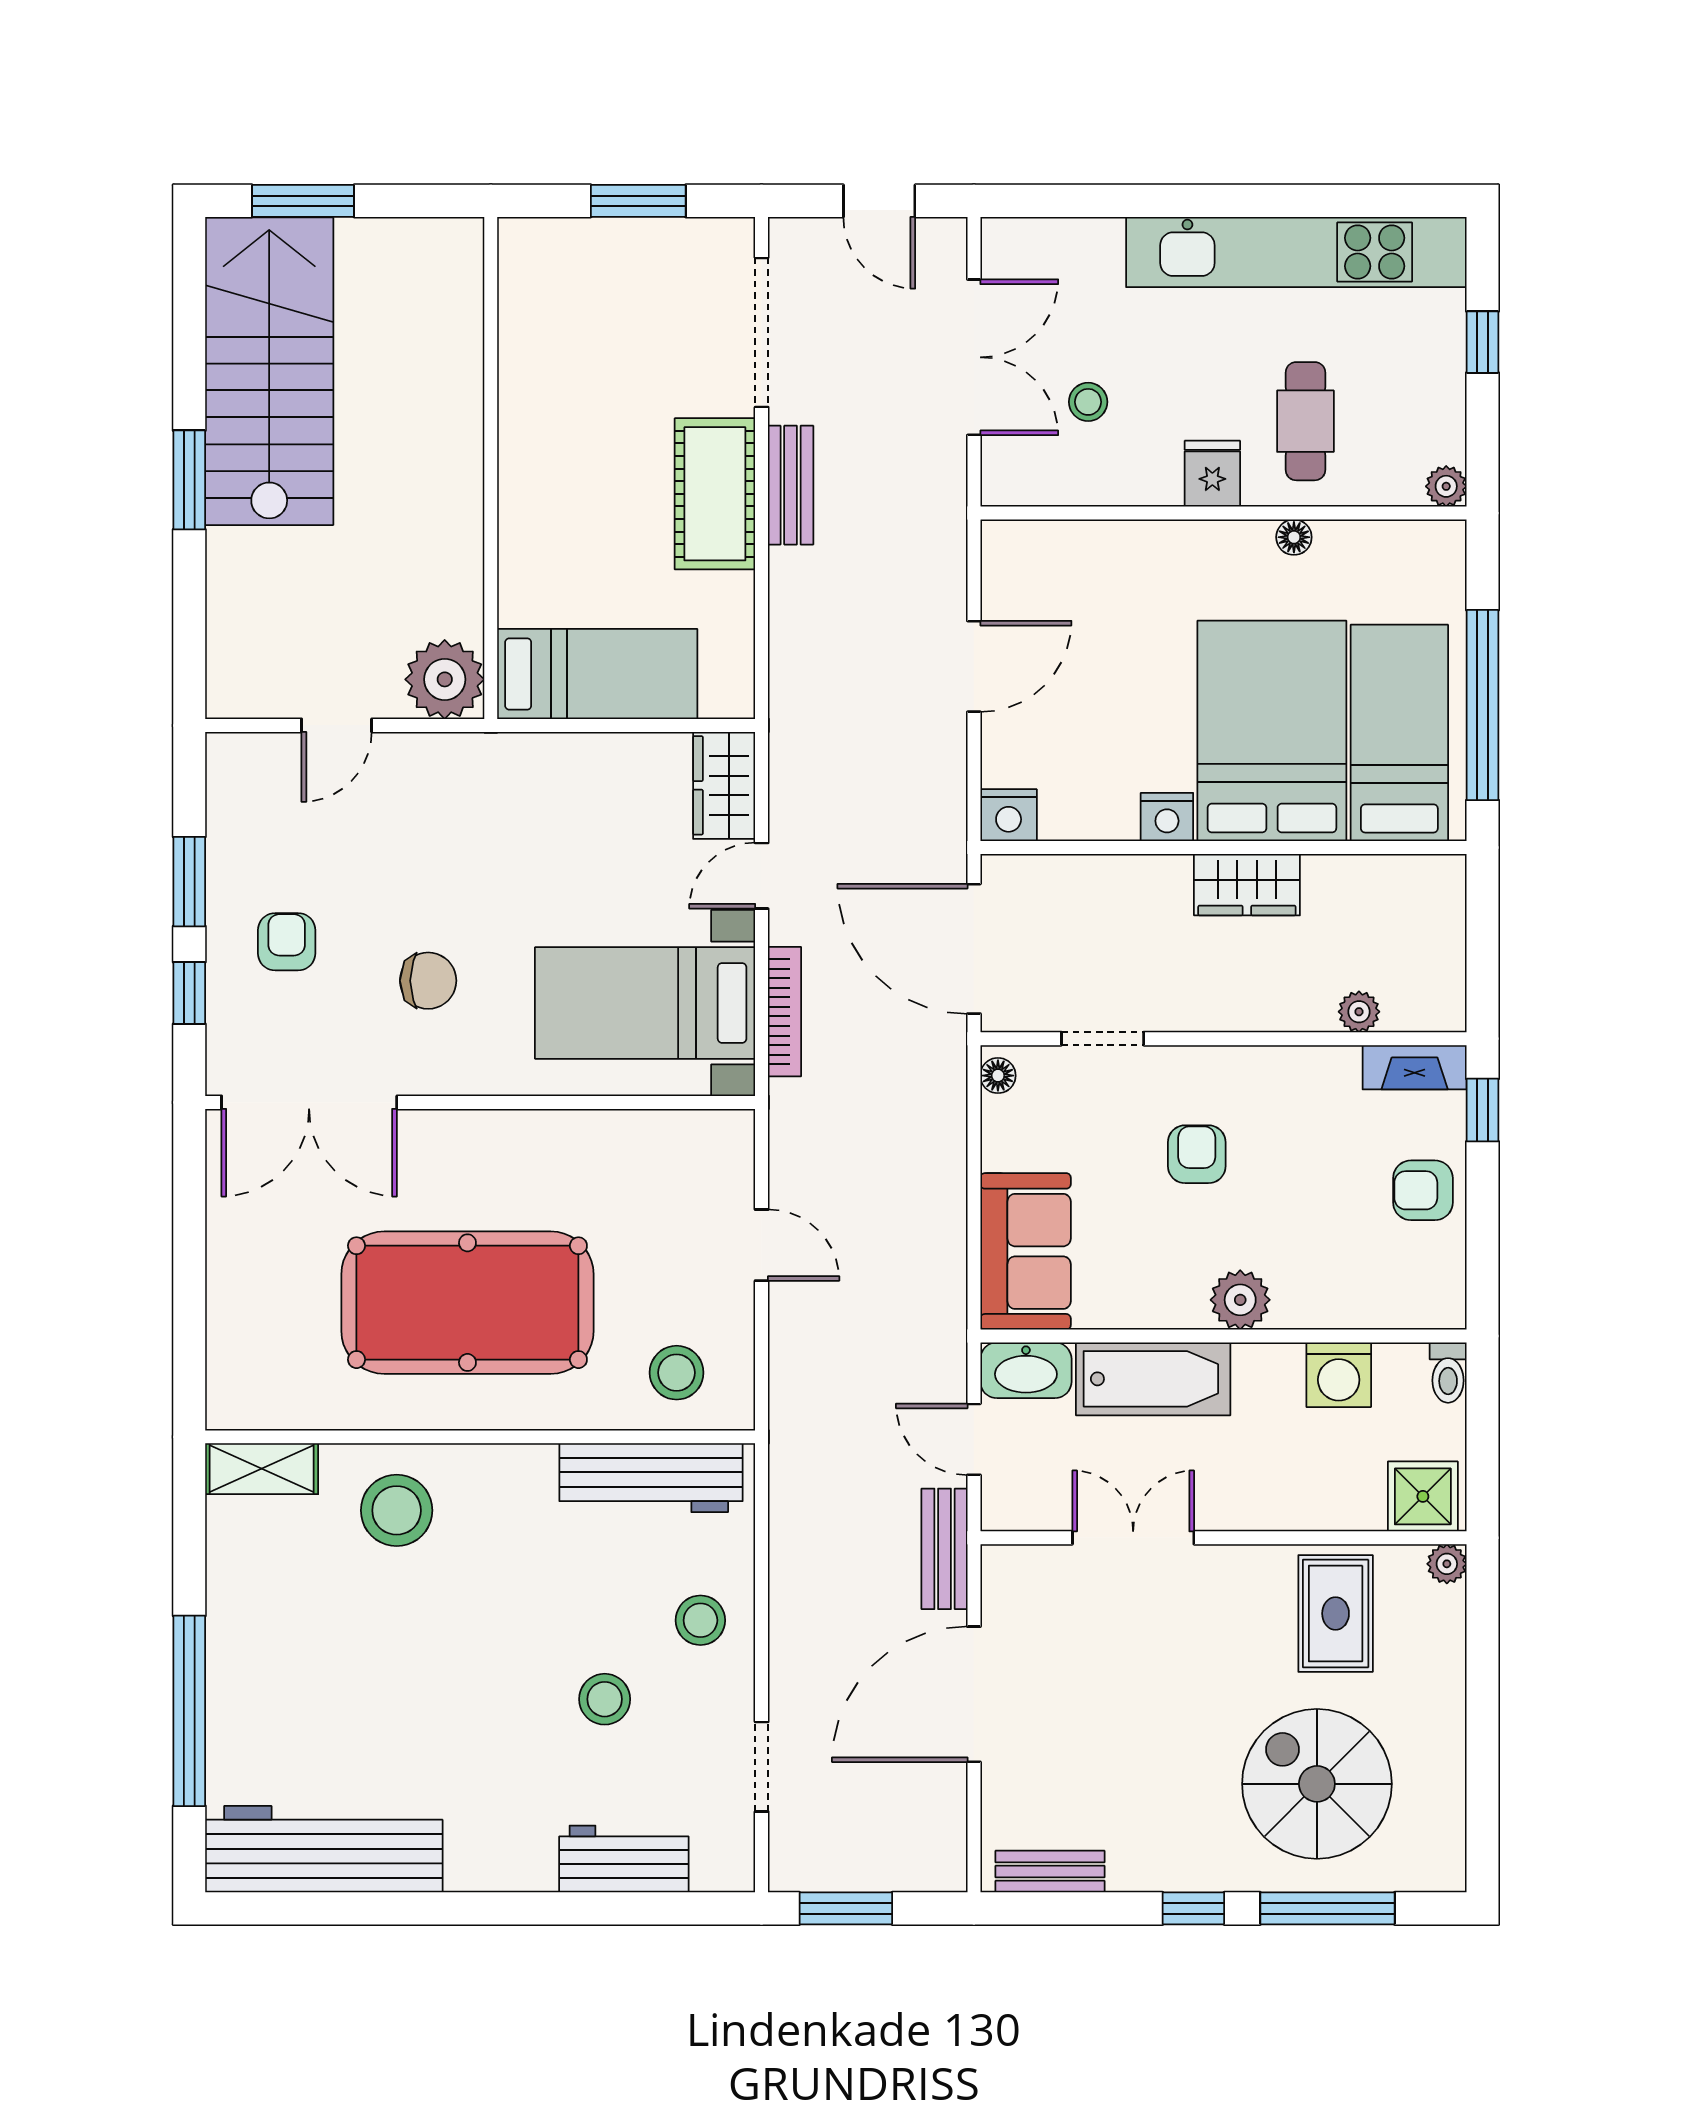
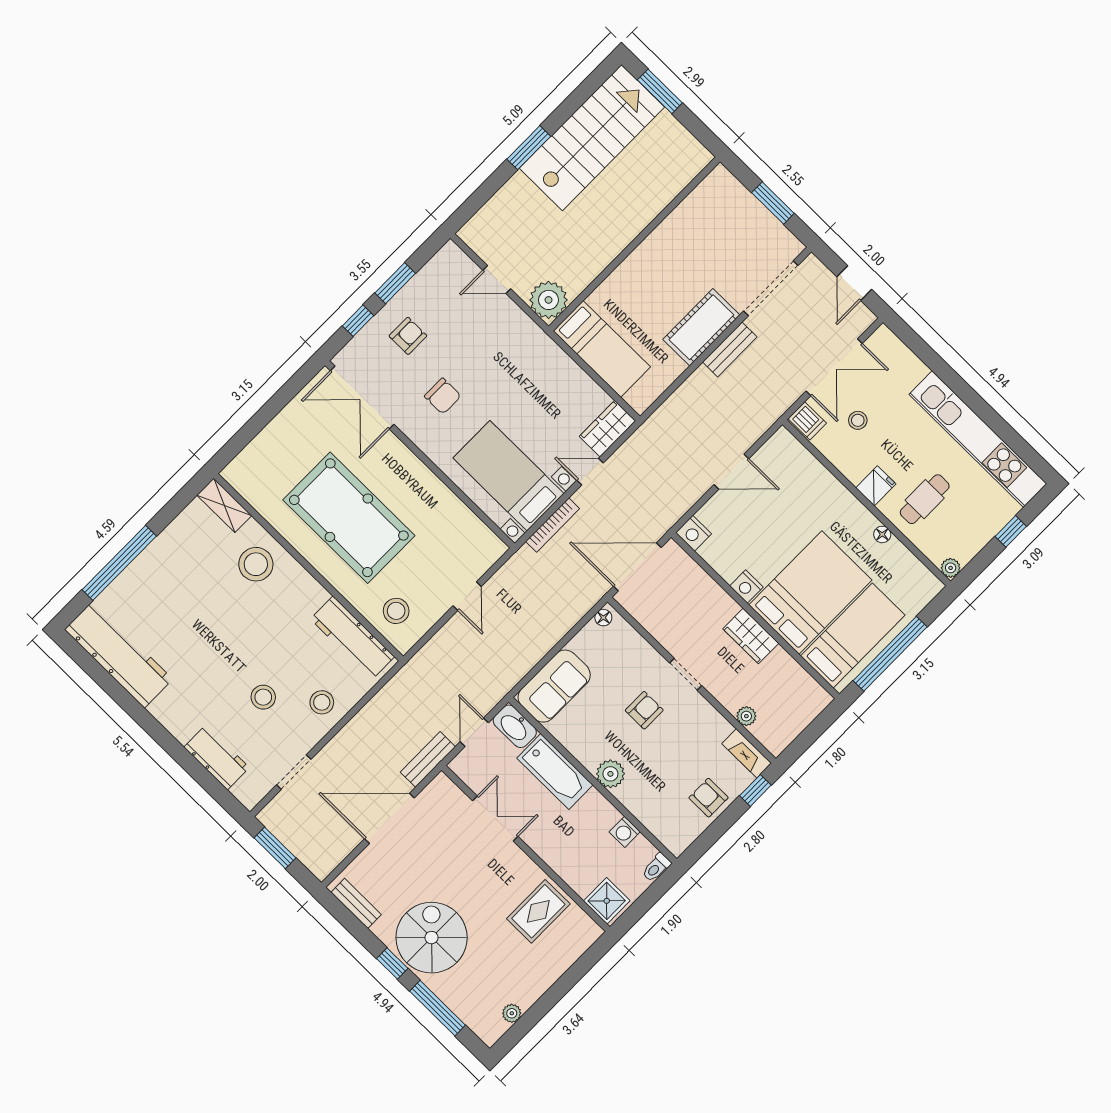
dishwasher: (1013, 478) -> (807, 421), added
door: (974, 949) -> (637, 567), hinge flipped
doorway: (1103, 1039) -> (686, 674), moved
washing machine: (1339, 1375) -> (625, 832), width x0.73, depth x0.73
plant: (1447, 1564) -> (512, 1013), moved
spiral stairs: (1317, 1784) -> (432, 938), moved

